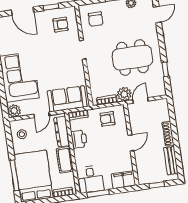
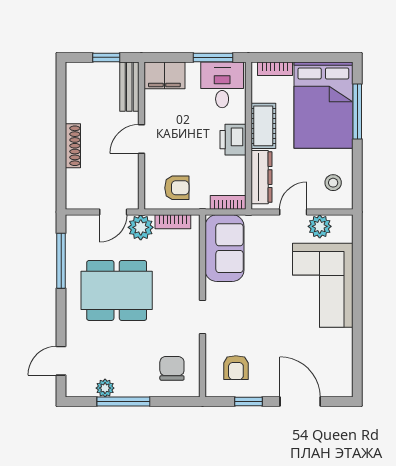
armchair: (61, 25) -> (236, 368), turned -90
window: (165, 69) -> (61, 261), width x2.17
sofa: (67, 99) -> (225, 248), moved, turned -90
plant: (14, 111) -> (320, 226), moved
printer: (79, 139) -> (233, 140), moved
bench: (171, 161) -> (129, 87), moved

